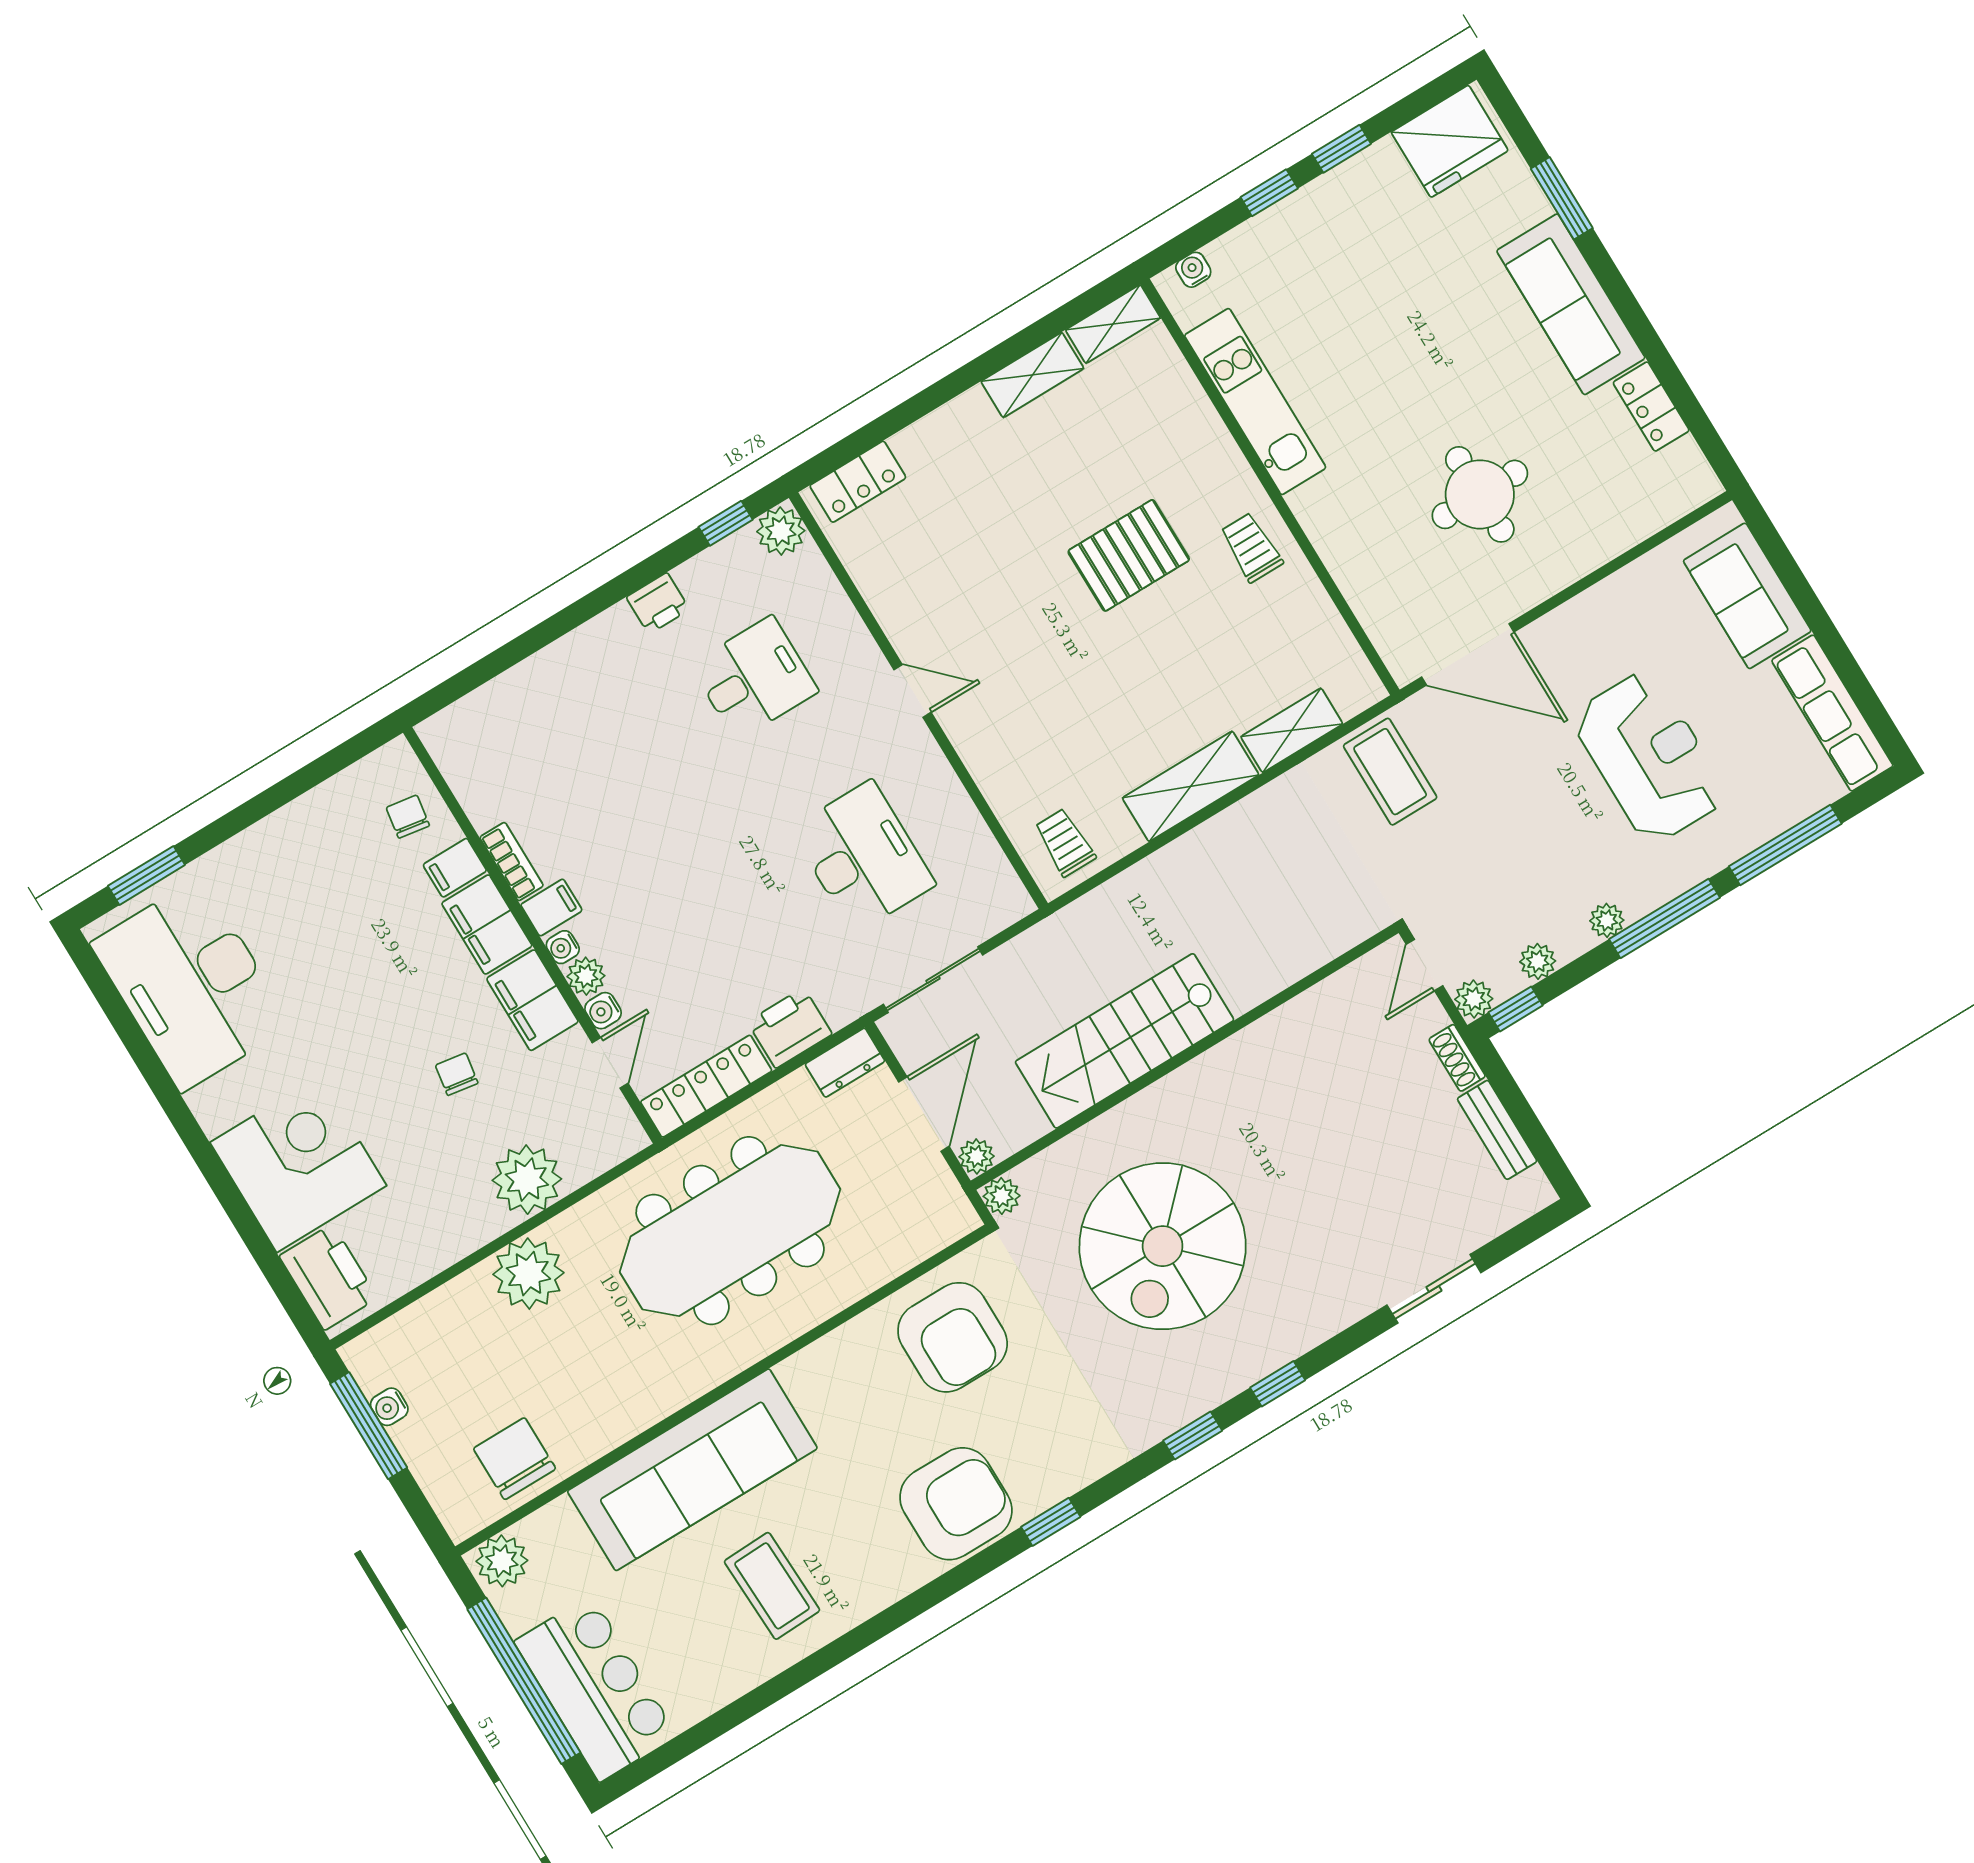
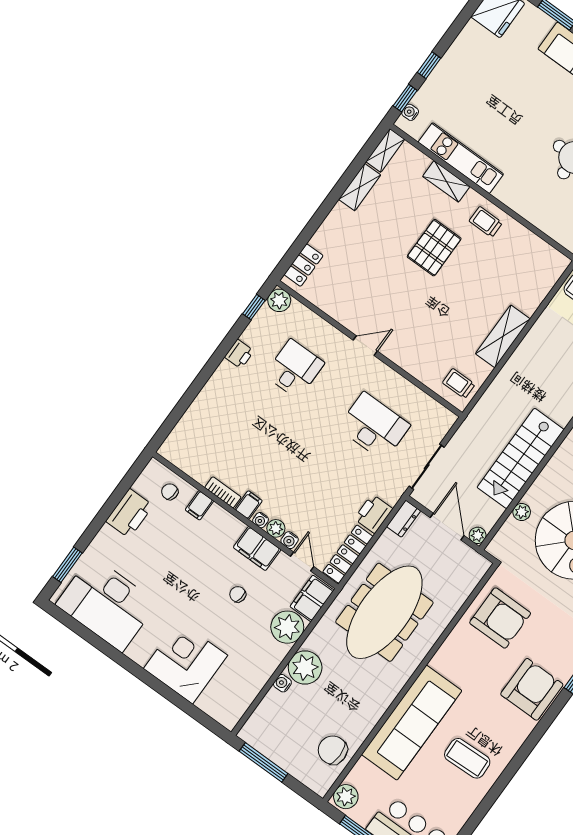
window: (1341, 149) -> (405, 98), moved
shelving: (1292, 730) -> (446, 181), moved, turned 90
filing cabinet: (487, 924) -> (312, 598), moved, turned 90
plant: (1002, 1196) -> (522, 512), moved
printer: (328, 1277) -> (129, 513), moved, turned 90
water cooler: (389, 1407) -> (282, 683), moved, turned 90

